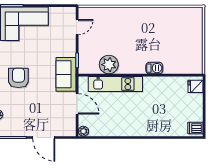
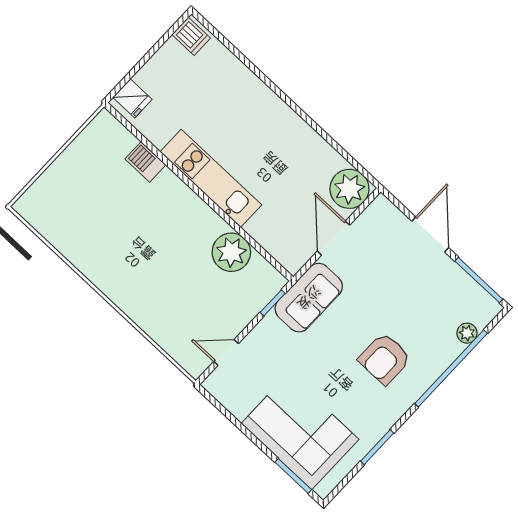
barbecue: (154, 68) -> (145, 162), moved
kitchen unit: (115, 84) -> (211, 178), moved
plant: (83, 131) -> (349, 189), width x1.88, depth x1.88

